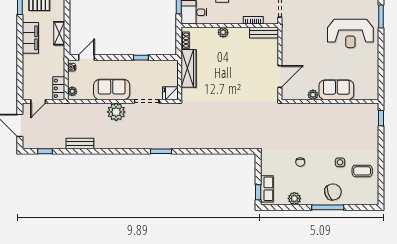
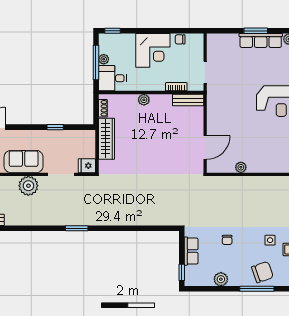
sofa: (336, 90) -> (266, 162), removed
row of seats: (267, 189) -> (191, 251), moved

